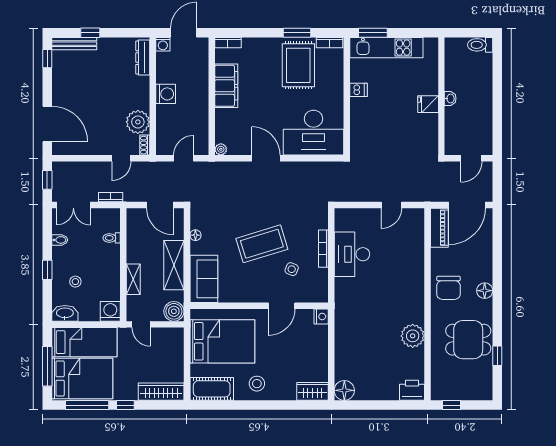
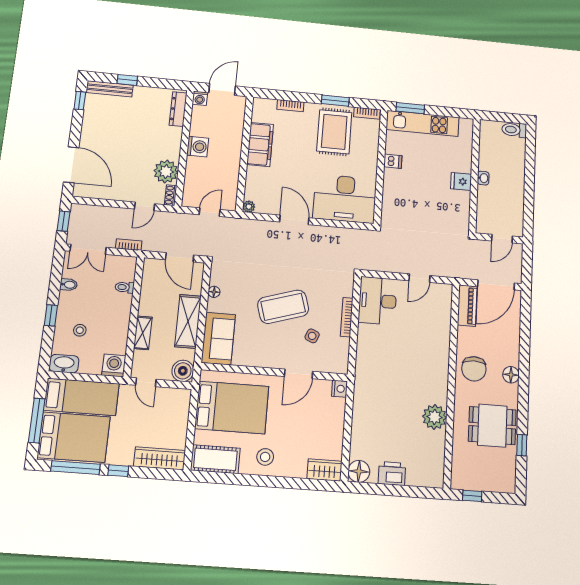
bookcase: (228, 43) -> (290, 106), moved
desk: (352, 254) -> (378, 301), moved
printer: (412, 390) -> (392, 474), moved

